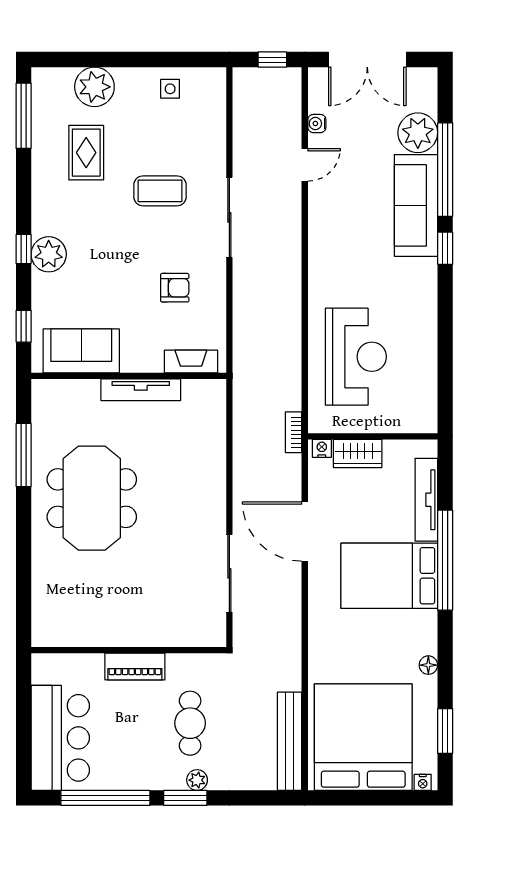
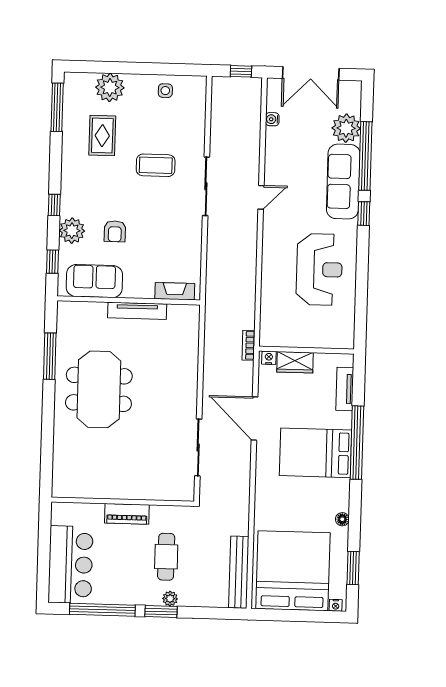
door: (305, 165) -> (261, 197), moved
plant: (49, 254) -> (72, 231), moved
armchair: (175, 288) -> (115, 231), moved, turned 90
reception desk: (356, 357) -> (319, 269), moved
tv unit: (426, 500) -> (345, 389), width x0.71

